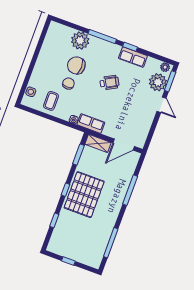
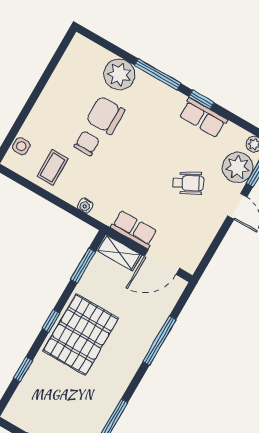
wheelchair: (109, 83) -> (188, 183), moved
row of seats: (91, 124) -> (134, 229), moved

